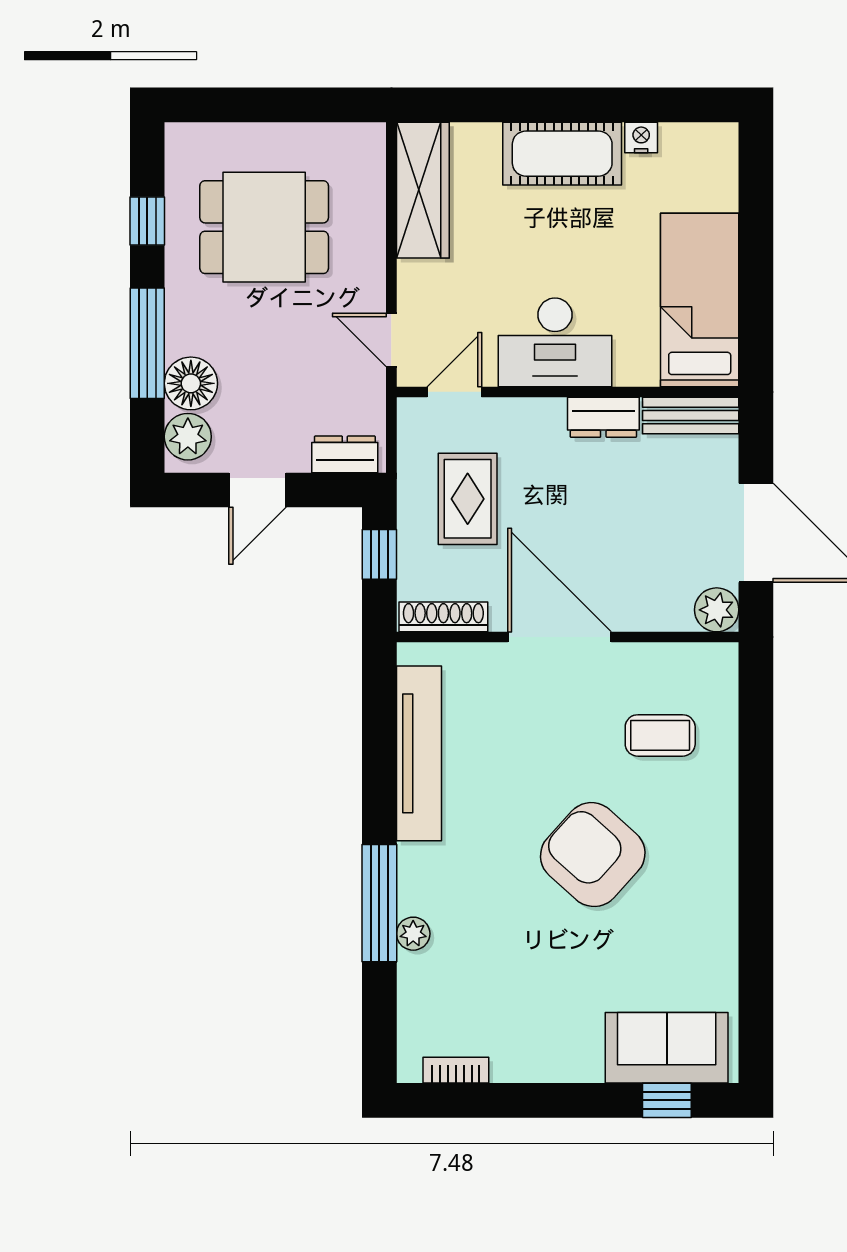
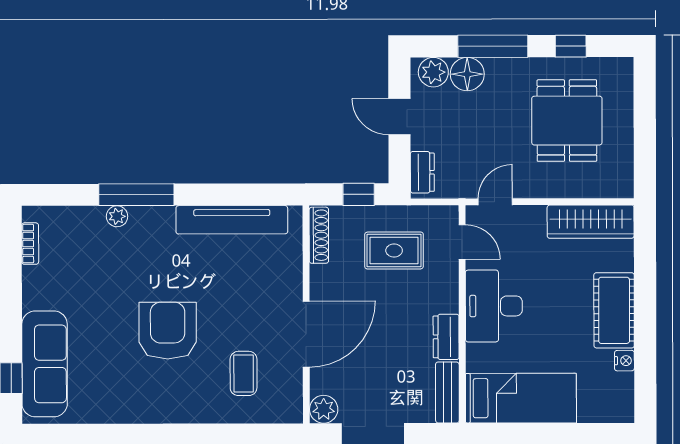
door: (559, 637) -> (306, 334), moved
armchair: (593, 855) -> (168, 331), turned -42
sofa: (667, 1048) -> (45, 364), width x1.36

